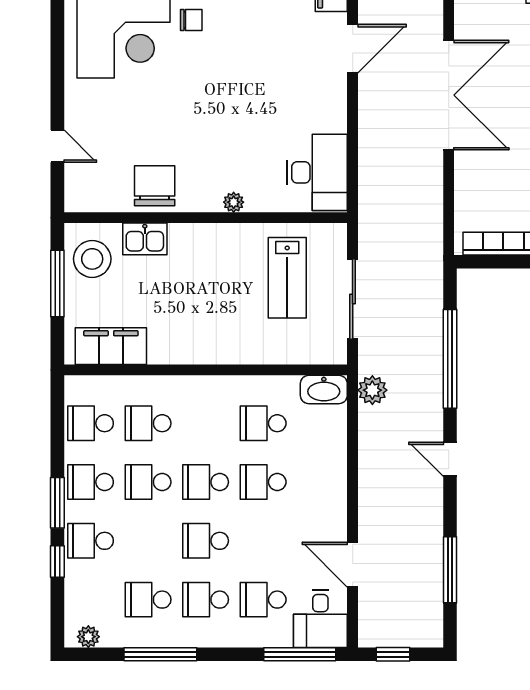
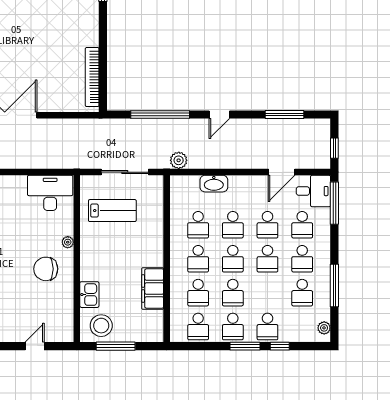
chair: (155, 186) -> (46, 269), moved
filing cabinet: (111, 346) -> (153, 288), moved
washbasin: (324, 390) -> (214, 184), moved, turned 90
school desk: (206, 423) -> (198, 259), added
school desk: (263, 541) -> (267, 225), added

